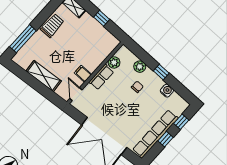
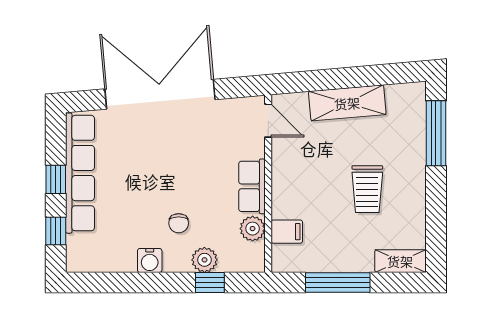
window: (102, 18) -> (338, 282), width x2.17
trolley: (52, 26) -> (367, 189), moved
window: (161, 72) -> (210, 282), moved
filing cabinet: (83, 74) -> (287, 232), moved
water cooler: (167, 91) -> (150, 260), moved

